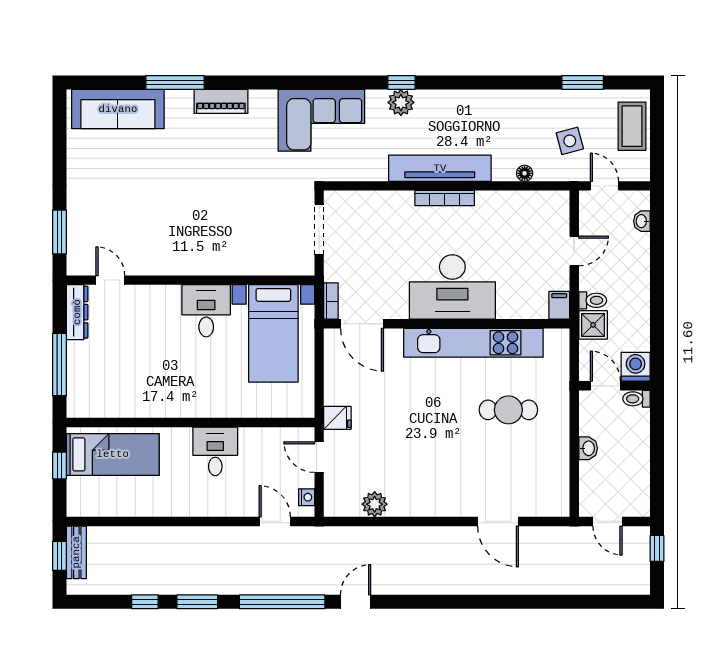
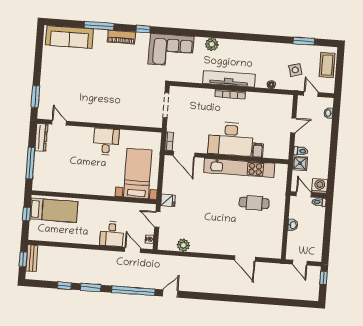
window: (401, 82) -> (143, 29), moved
filing cabinet: (559, 305) -> (258, 150), moved
bed with nightstands: (273, 333) -> (138, 174), moved, turned 180
desk: (215, 451) -> (112, 234), moved, turned 180

